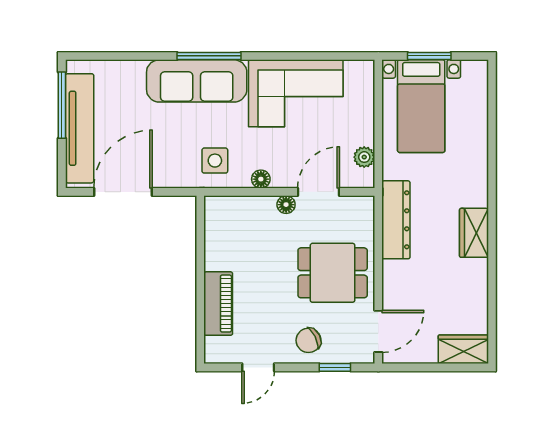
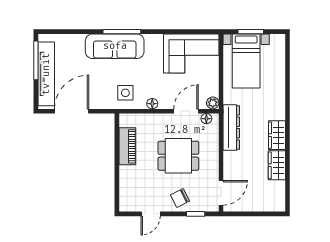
corner sofa: (296, 93) -> (191, 53), moved
plant: (364, 157) -> (213, 103), moved
floor lamp: (286, 205) -> (206, 119), moved
dining table: (333, 273) -> (178, 156), moved
piano: (218, 304) -> (127, 146), moved
wardrobe: (463, 349) -> (277, 165), moved, turned -90

